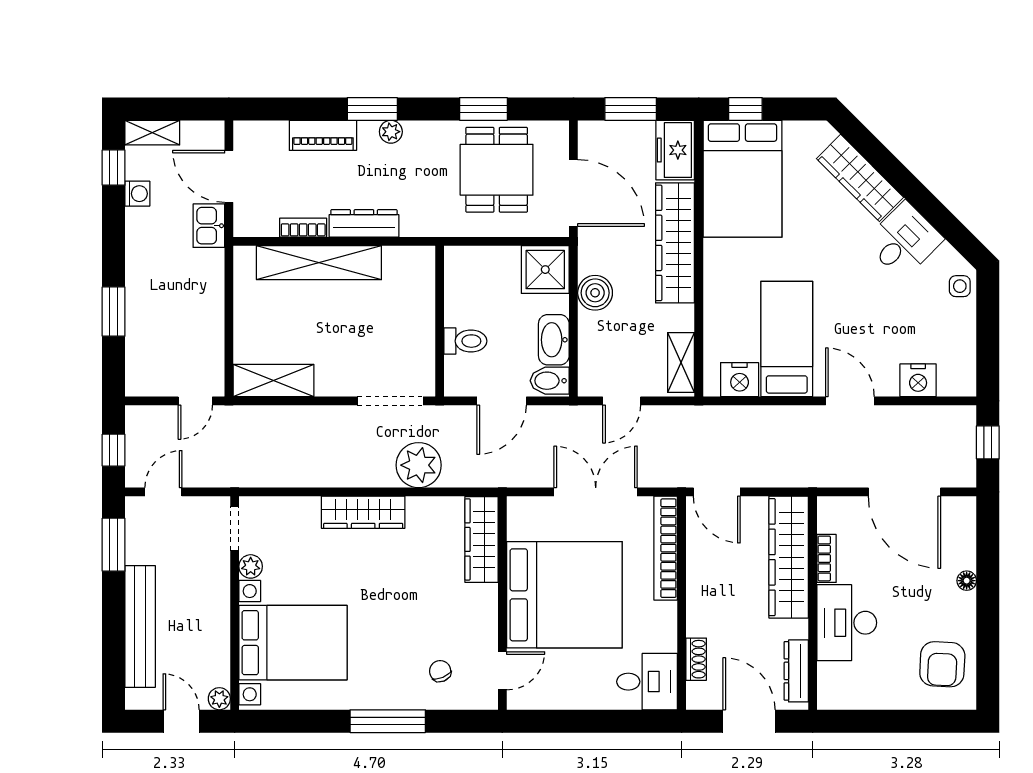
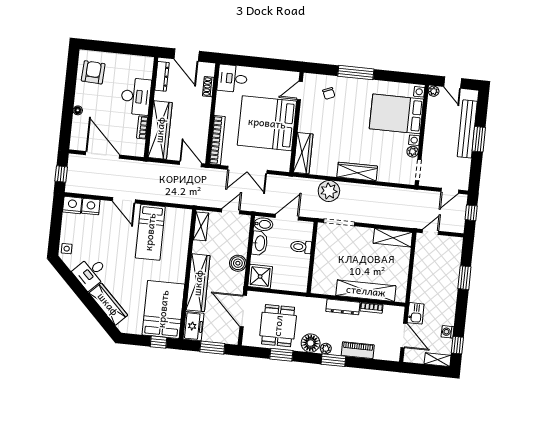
floor lamp: (424, 140) -> (311, 343), added
nightstand: (740, 380) -> (72, 205), moved
window: (114, 545) -> (479, 139), moved

